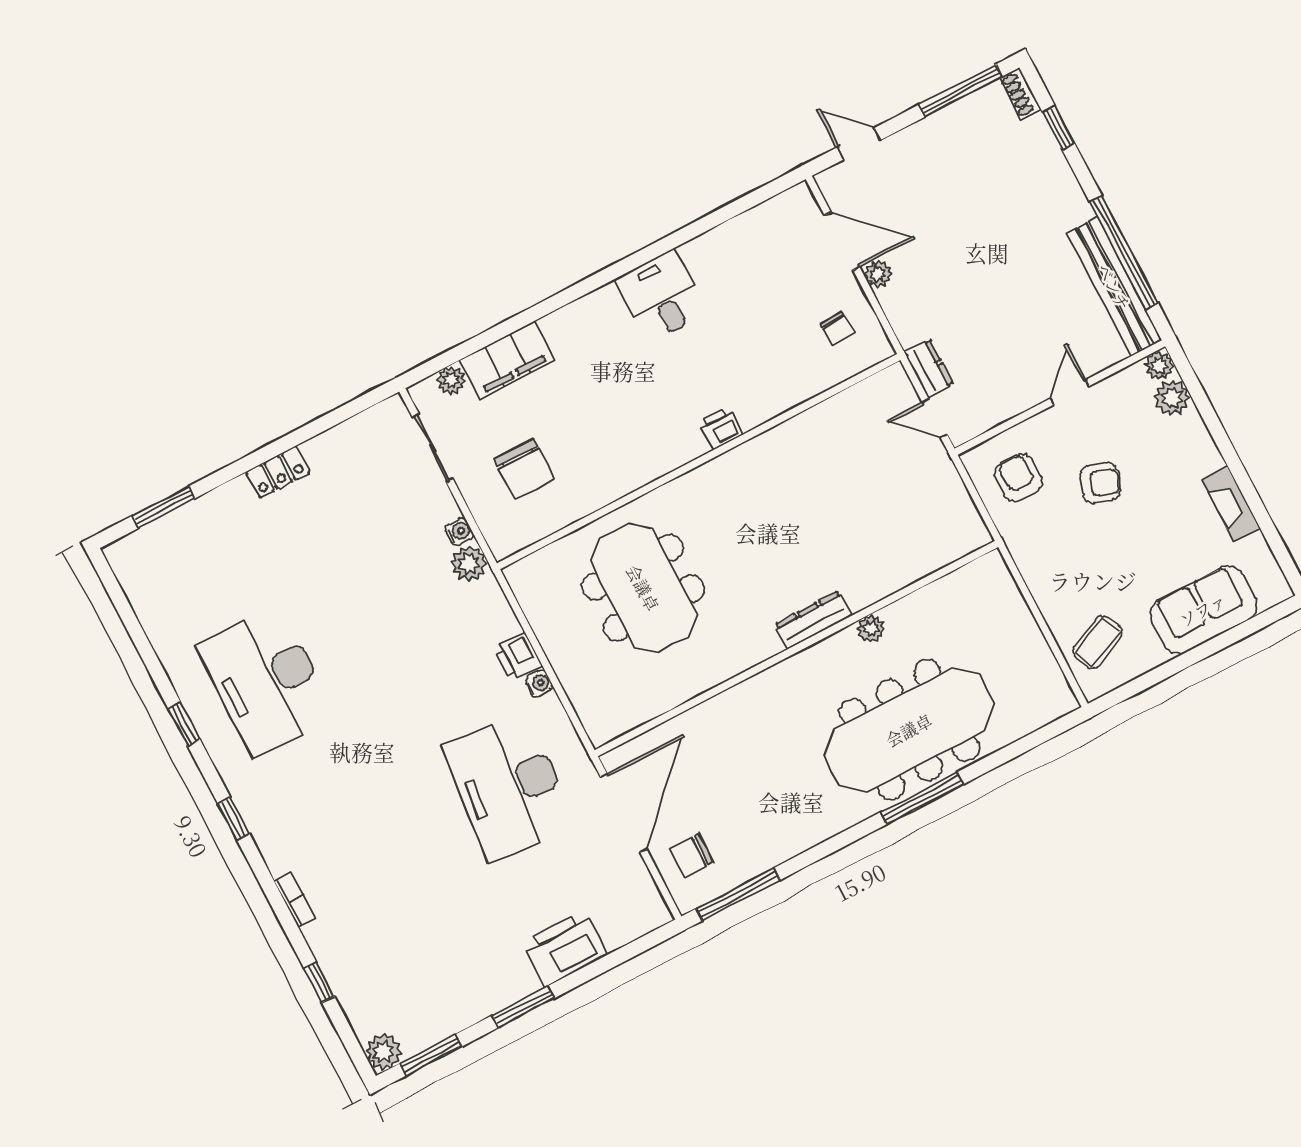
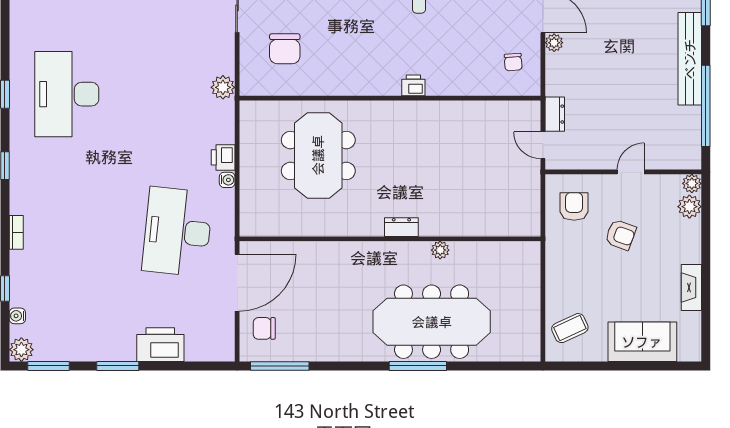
bench: (1114, 287) -> (690, 59), moved
water cooler: (459, 532) -> (17, 316), moved, turned 180
dresser: (813, 620) -> (401, 227), width x0.70

